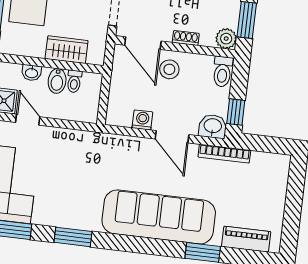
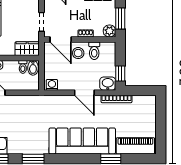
wardrobe: (67, 50) -> (27, 49), moved
toilet: (223, 72) -> (94, 51), moved
bidet: (57, 81) -> (33, 68), moved
washing machine: (142, 120) -> (52, 85), moved
piano: (246, 239) -> (135, 146), width x1.37, depth x1.33

